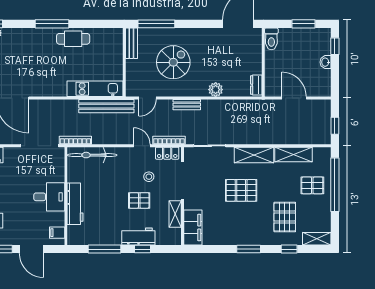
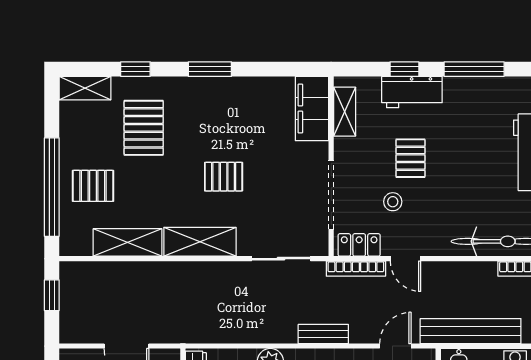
pallet: (241, 190) -> (224, 177), width x0.67, depth x0.71
pallet: (139, 200) -> (410, 158), turned 90
shelving: (175, 214) -> (345, 112), moved

